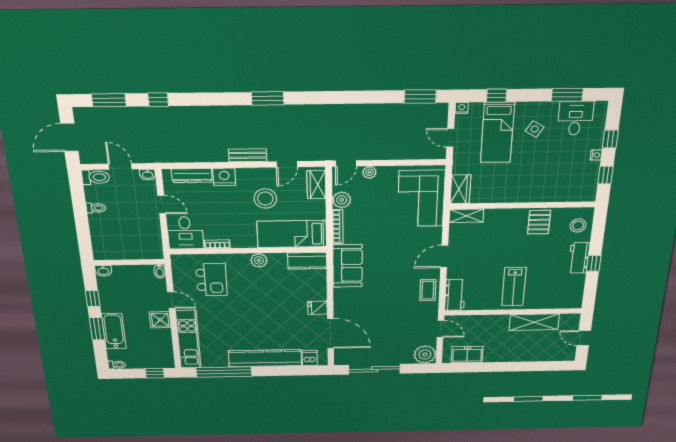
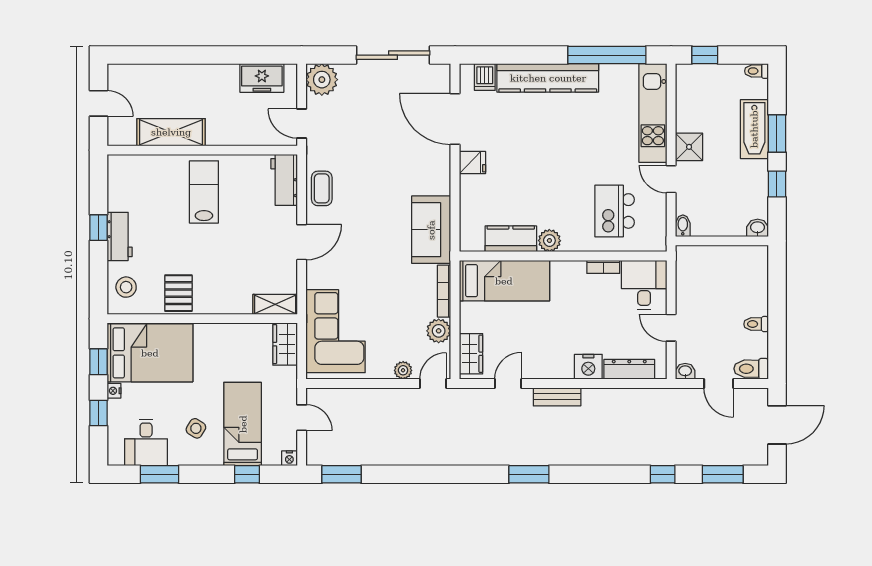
bed: (565, 182) -> (150, 353), added
stool: (265, 199) -> (537, 334), removed
kitchen counter: (307, 261) -> (511, 239), moved

